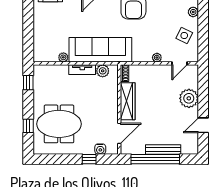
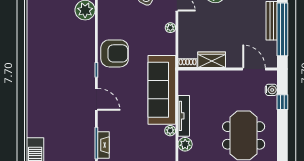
tv unit: (82, 70) -> (184, 116), width x1.41
plant: (103, 71) -> (185, 144), moved
wardrobe: (128, 101) -> (212, 60), width x0.67

